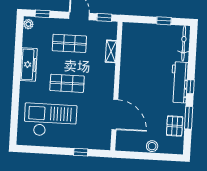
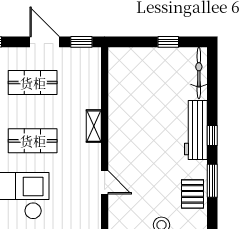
shelving: (111, 51) -> (94, 126), moved
door: (115, 115) -> (105, 182), width x0.53

